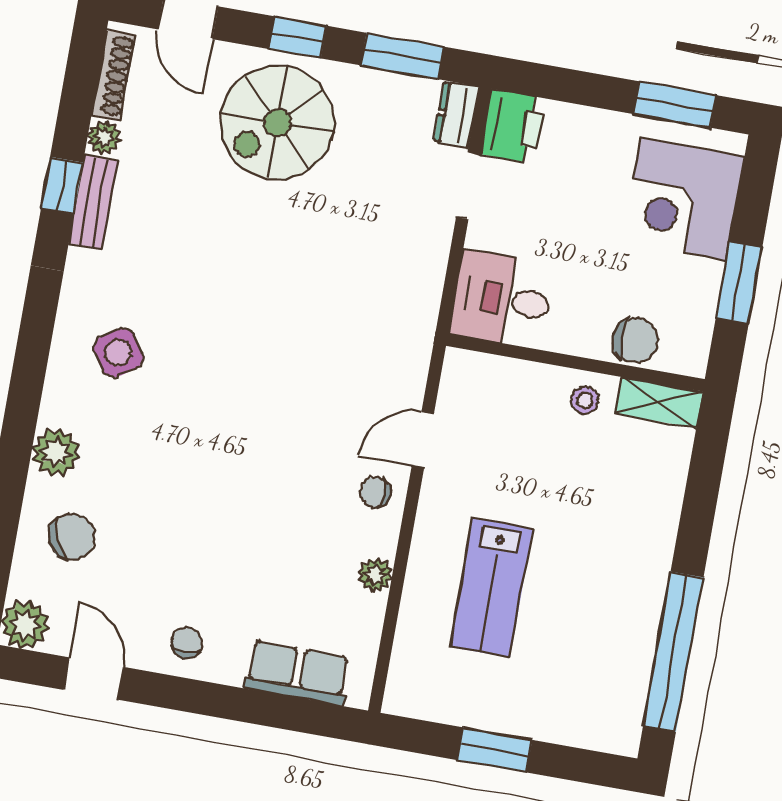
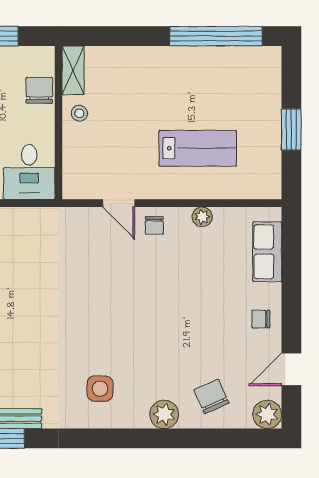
side table: (118, 353) -> (100, 389), turned 35

